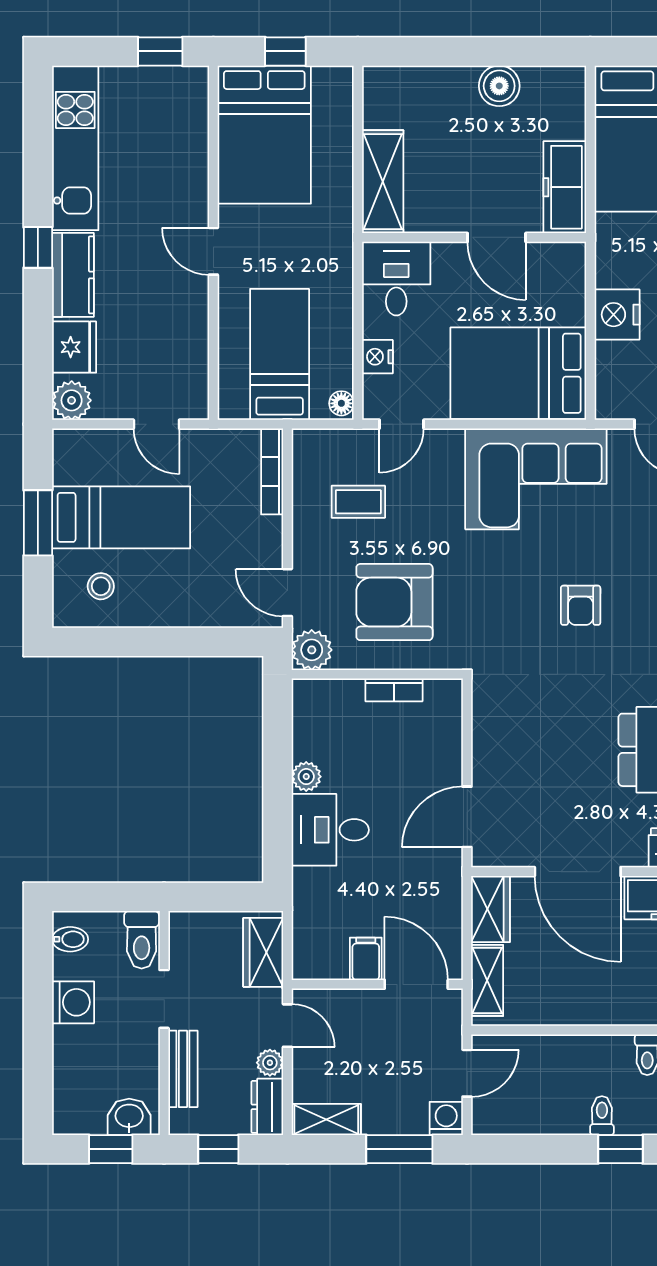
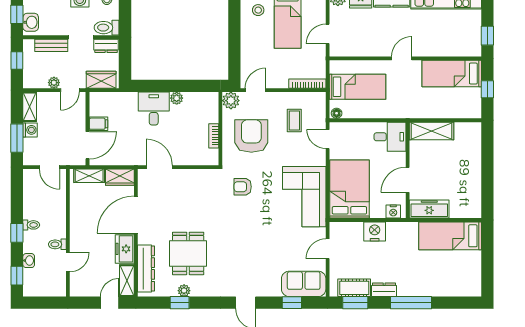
boiler: (499, 86) -> (473, 181), removed
bed: (264, 135) -> (452, 74), width x0.67
nightstand: (377, 357) -> (393, 212), moved, turned 180
armchair: (581, 605) -> (243, 187), moved
dresser: (267, 1107) -> (106, 46), moved, turned 180
washing machine: (446, 1118) -> (30, 130), moved

